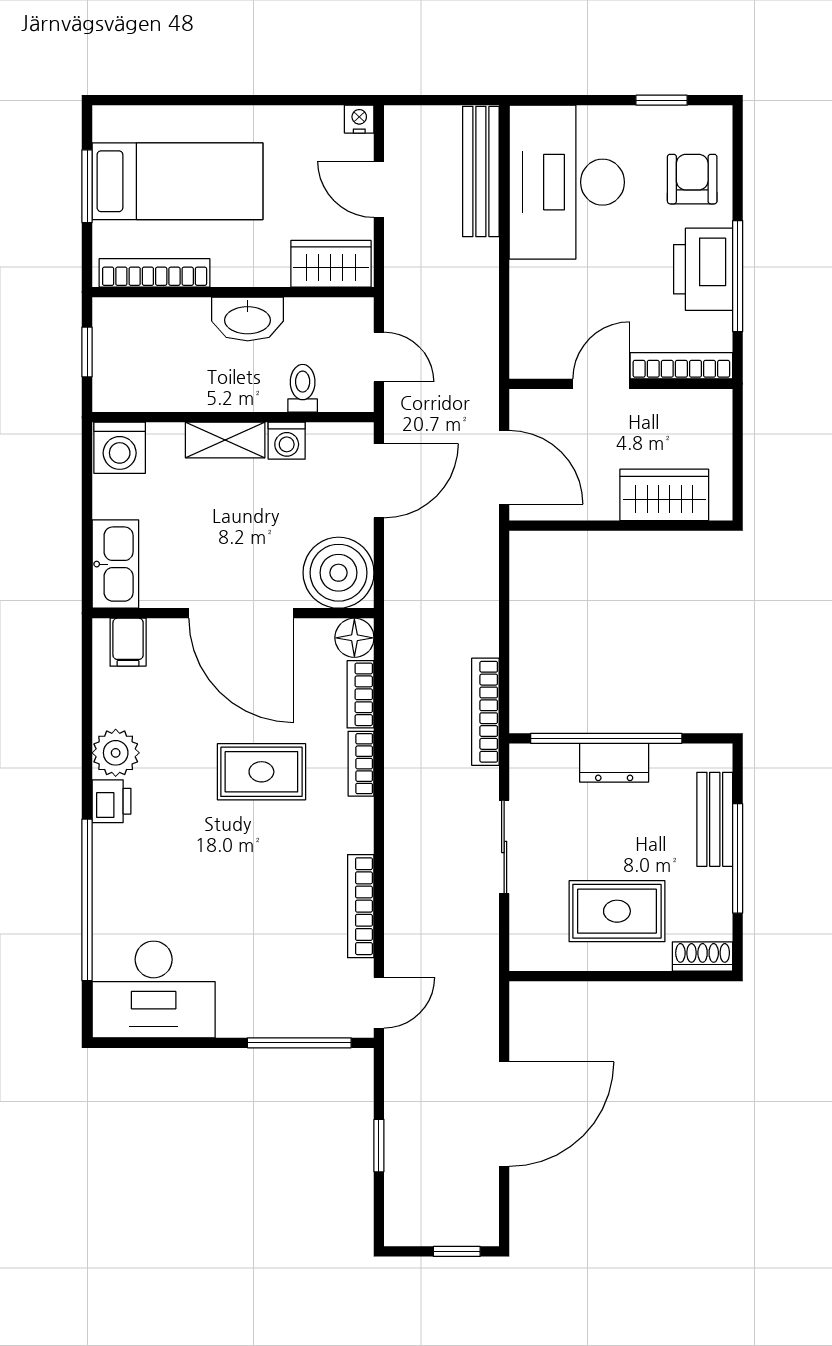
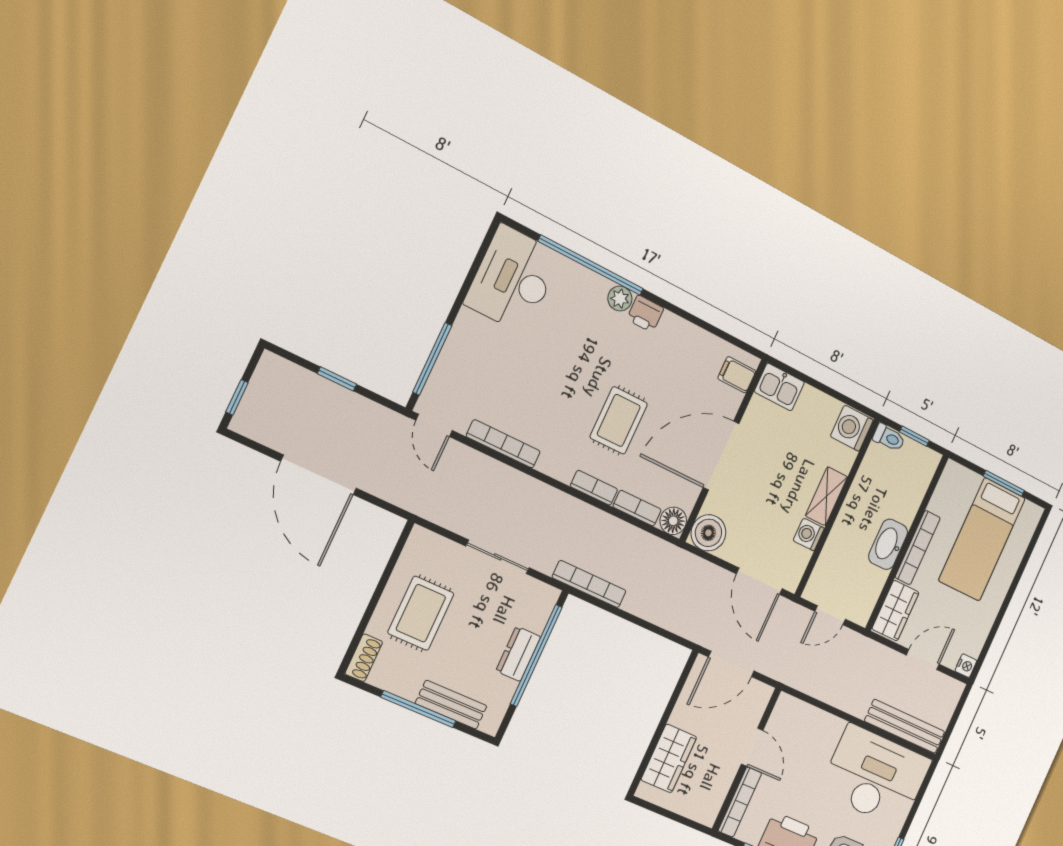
bookcase: (155, 273) -> (918, 548), moved
toilet: (303, 388) -> (889, 438), moved
kitchen sink: (115, 564) -> (779, 387), width x0.73
boiler: (339, 573) -> (708, 533), width x0.73, depth x0.73
plant: (116, 753) -> (620, 299), moved, width x0.73, depth x0.73

